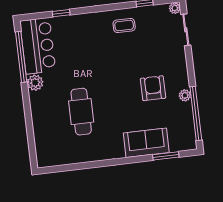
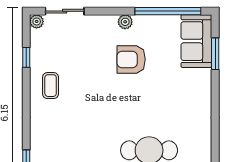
plant: (185, 95) -> (125, 22), moved
sofa: (146, 143) -> (196, 41), moved

